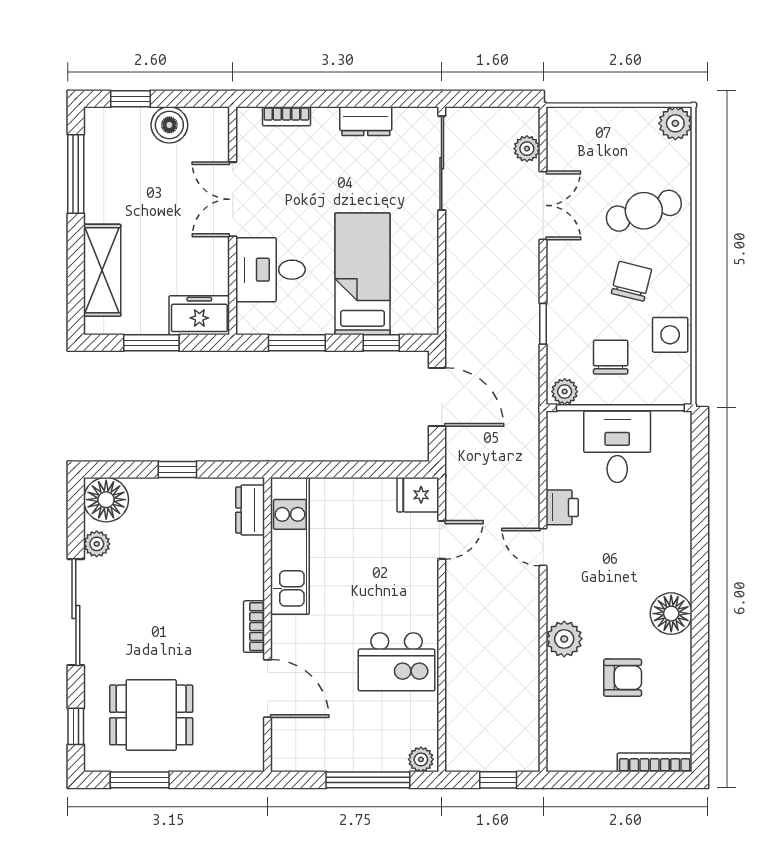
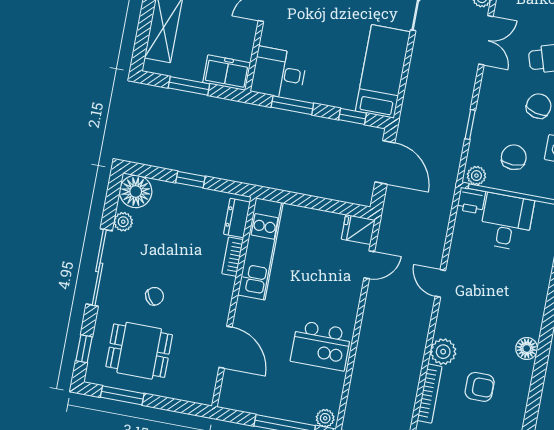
desk: (270, 270) -> (279, 73), moved
bed: (362, 274) -> (383, 71), moved
printer: (562, 507) -> (471, 201), moved, turned 90
floor lamp: (671, 614) -> (527, 349), width x0.73, depth x0.73
bookcase: (254, 627) -> (232, 257), moved
chair: (158, 637) -> (155, 296), added
bookcase: (556, 699) -> (430, 394), added

